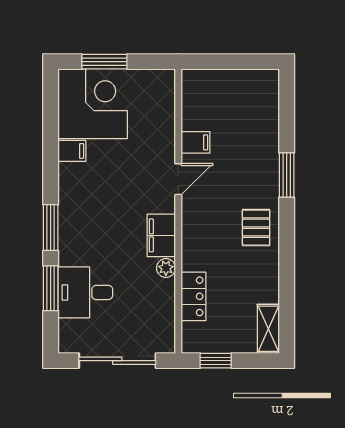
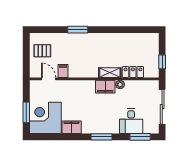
filing cabinet: (72, 151) -> (72, 127), width x2.00
door: (178, 179) -> (49, 79), moved
pallet: (256, 228) -> (42, 51), moved
window: (51, 288) -> (140, 137), moved
shelving: (268, 329) -> (110, 73), moved

